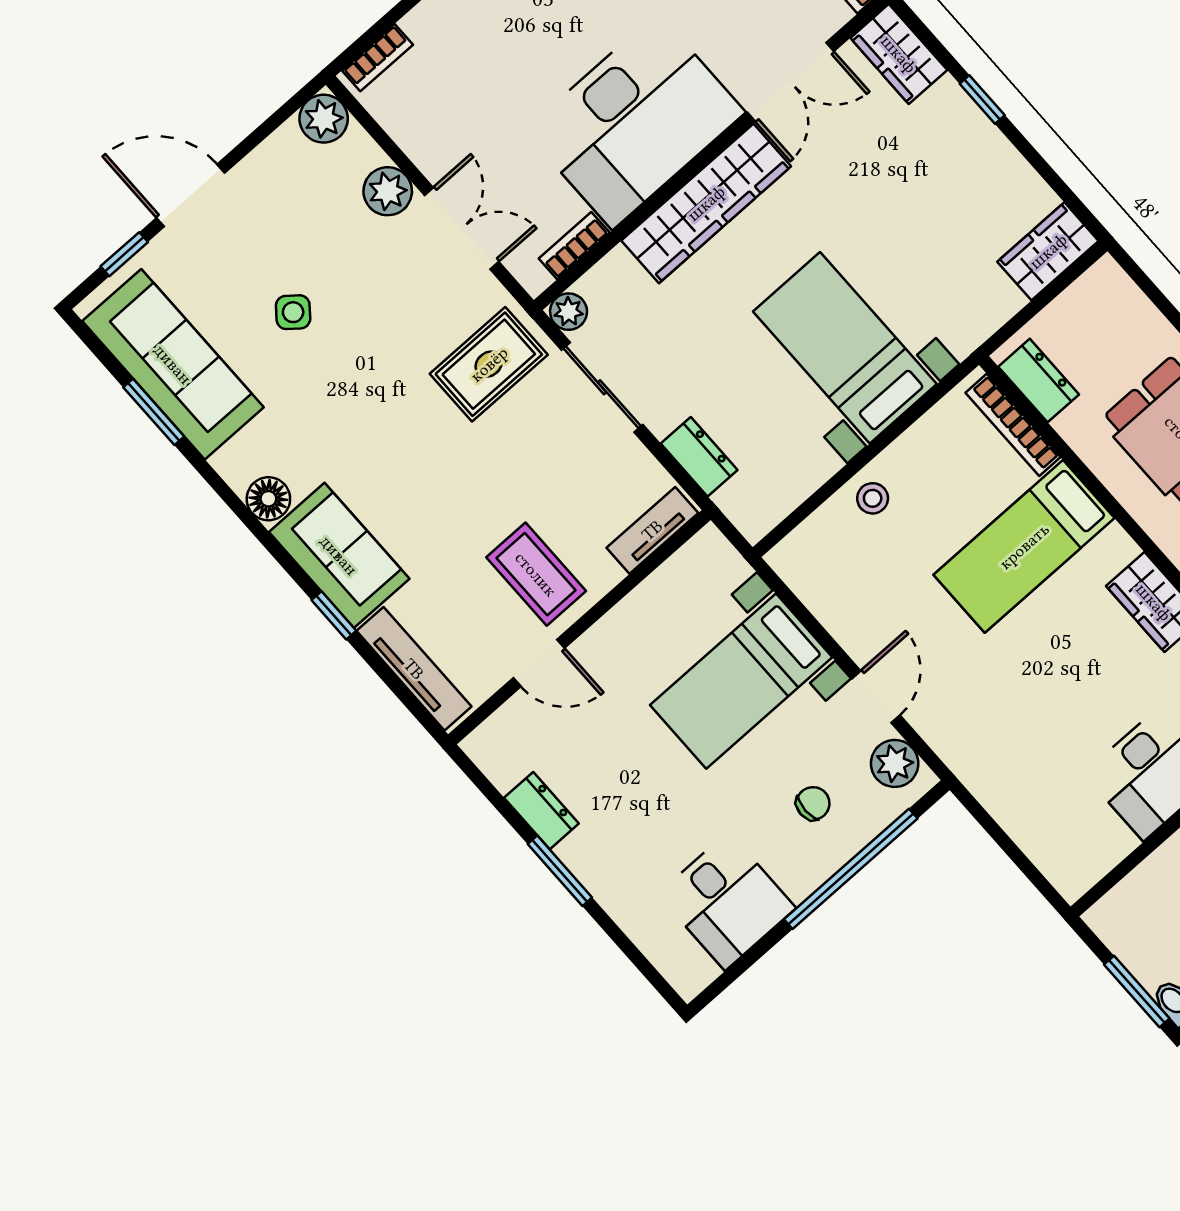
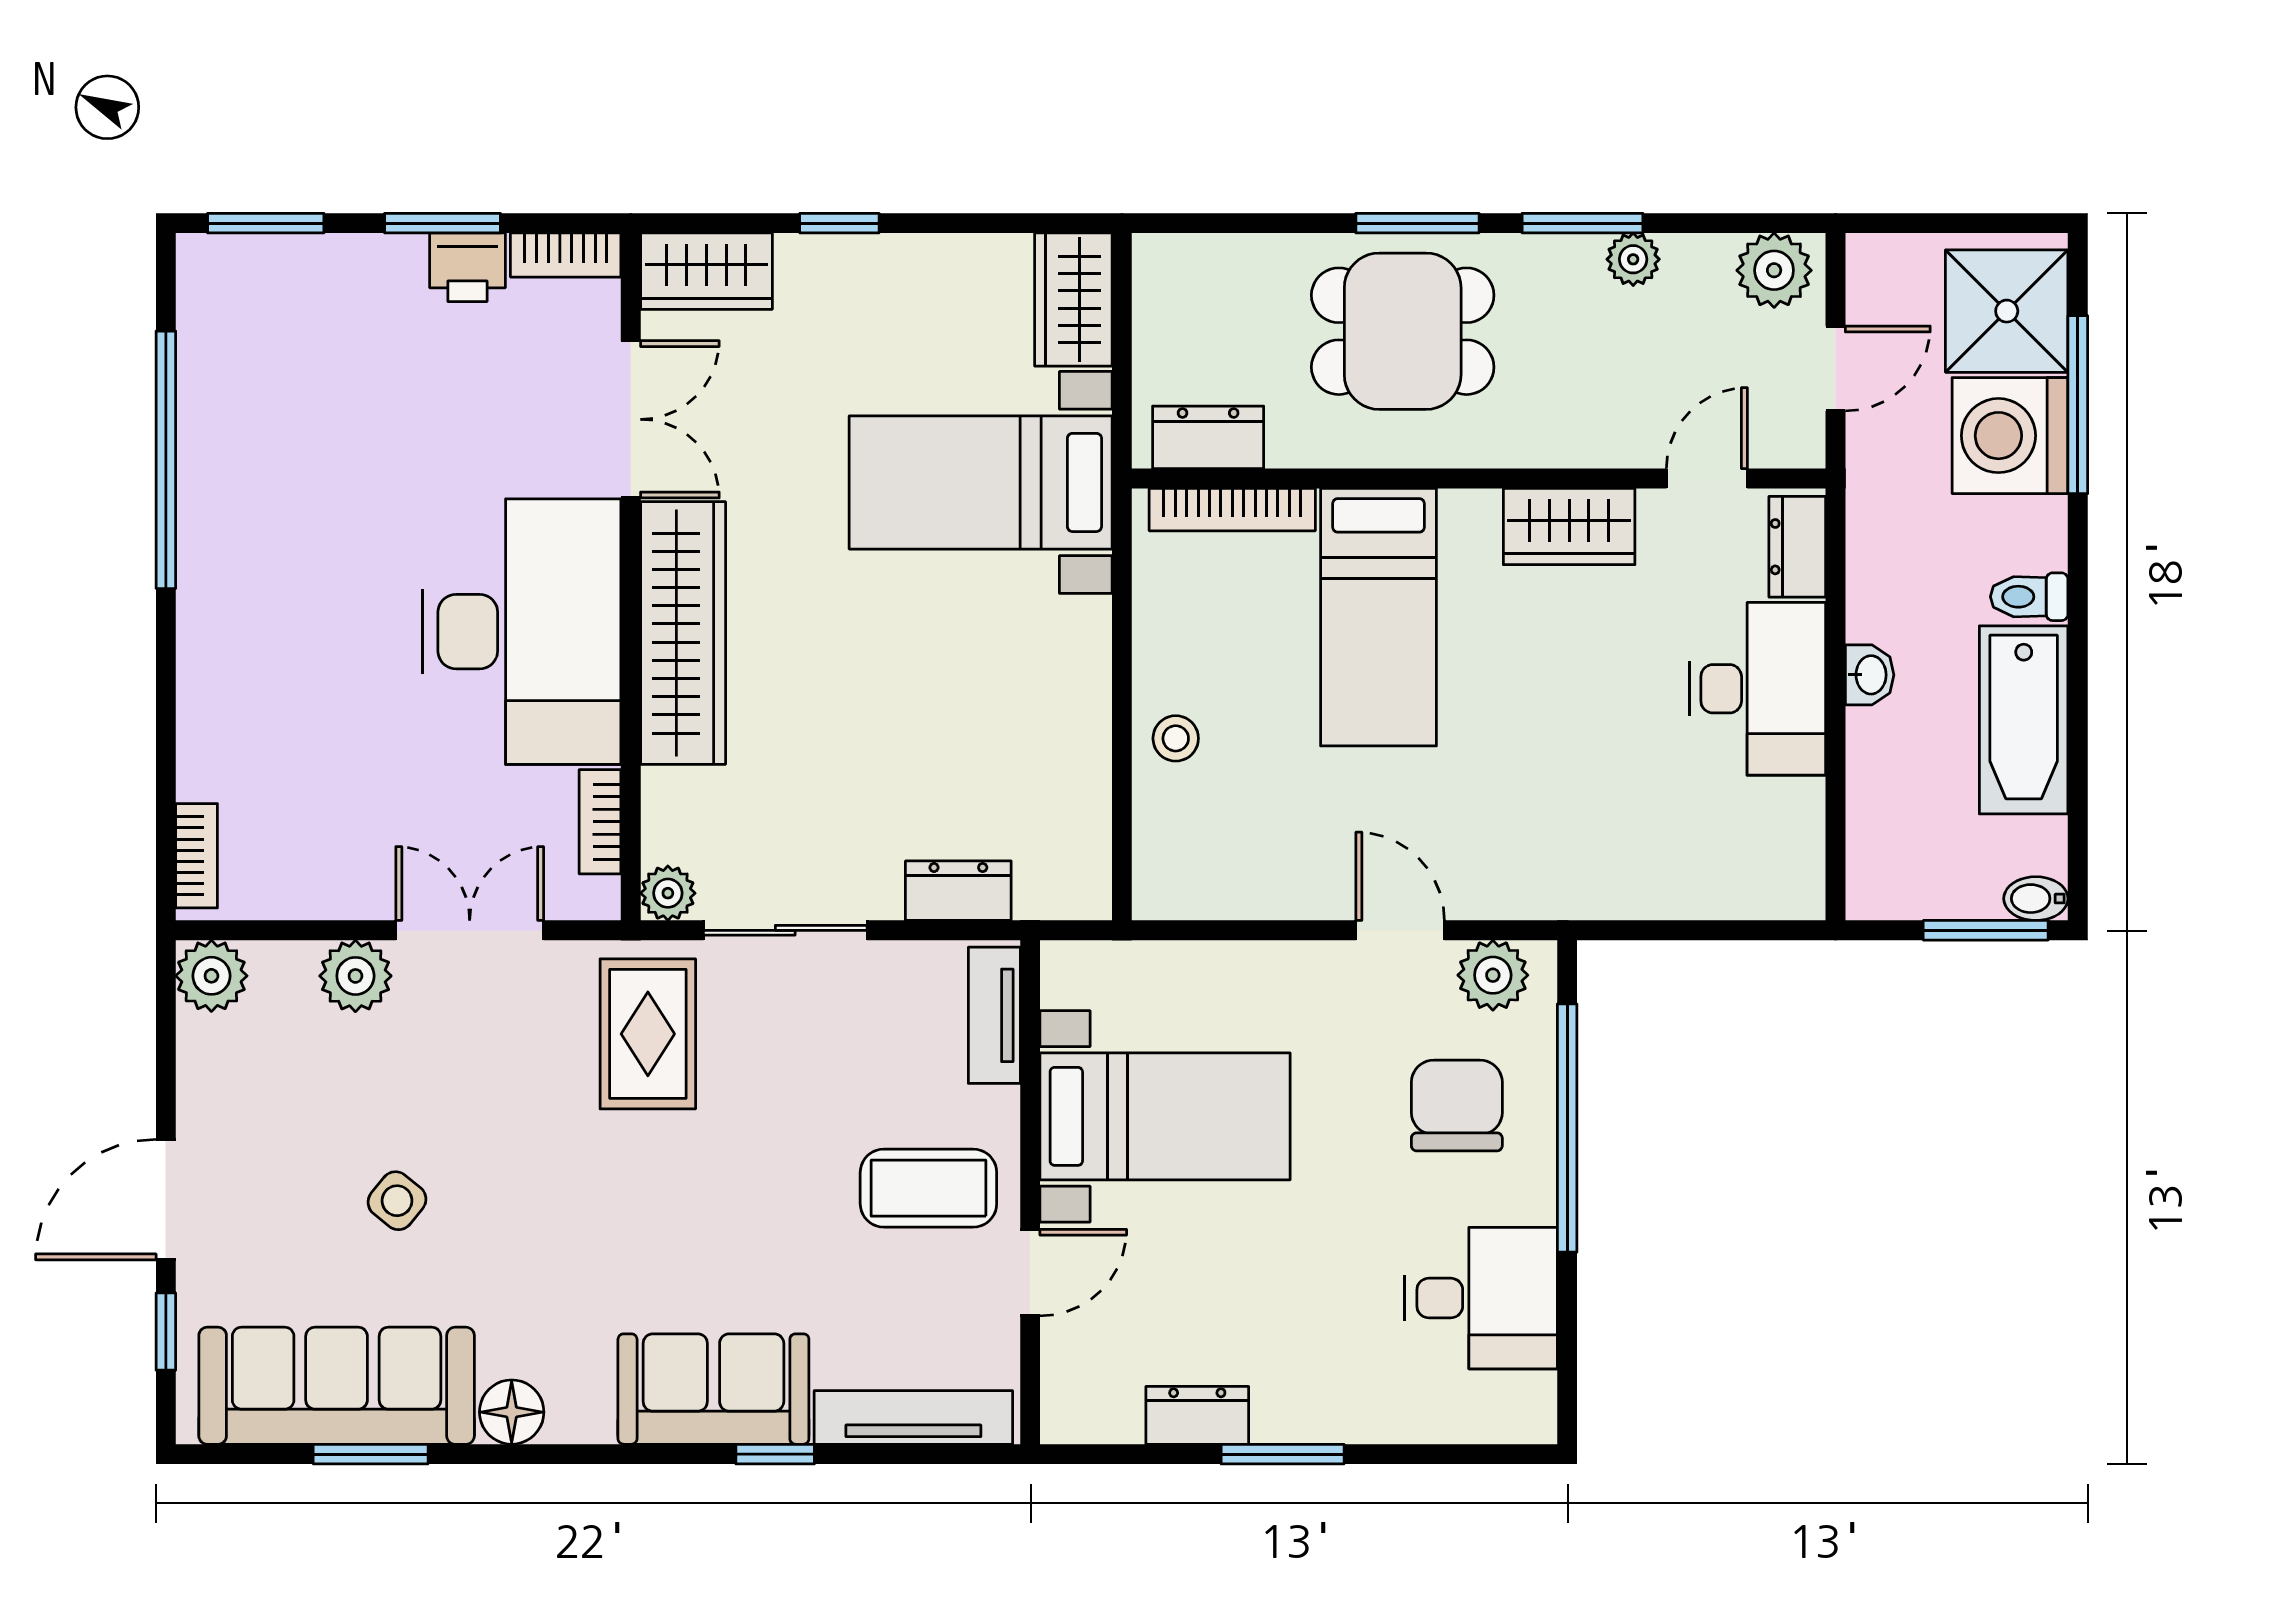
bed with nightstands: (845, 348) -> (981, 482), moved
floor lamp: (268, 499) -> (512, 1412), moved
bed with nightstands: (741, 681) -> (1165, 1116), moved, turned -90
chair: (813, 803) -> (1457, 1106), width x1.87, depth x1.87

